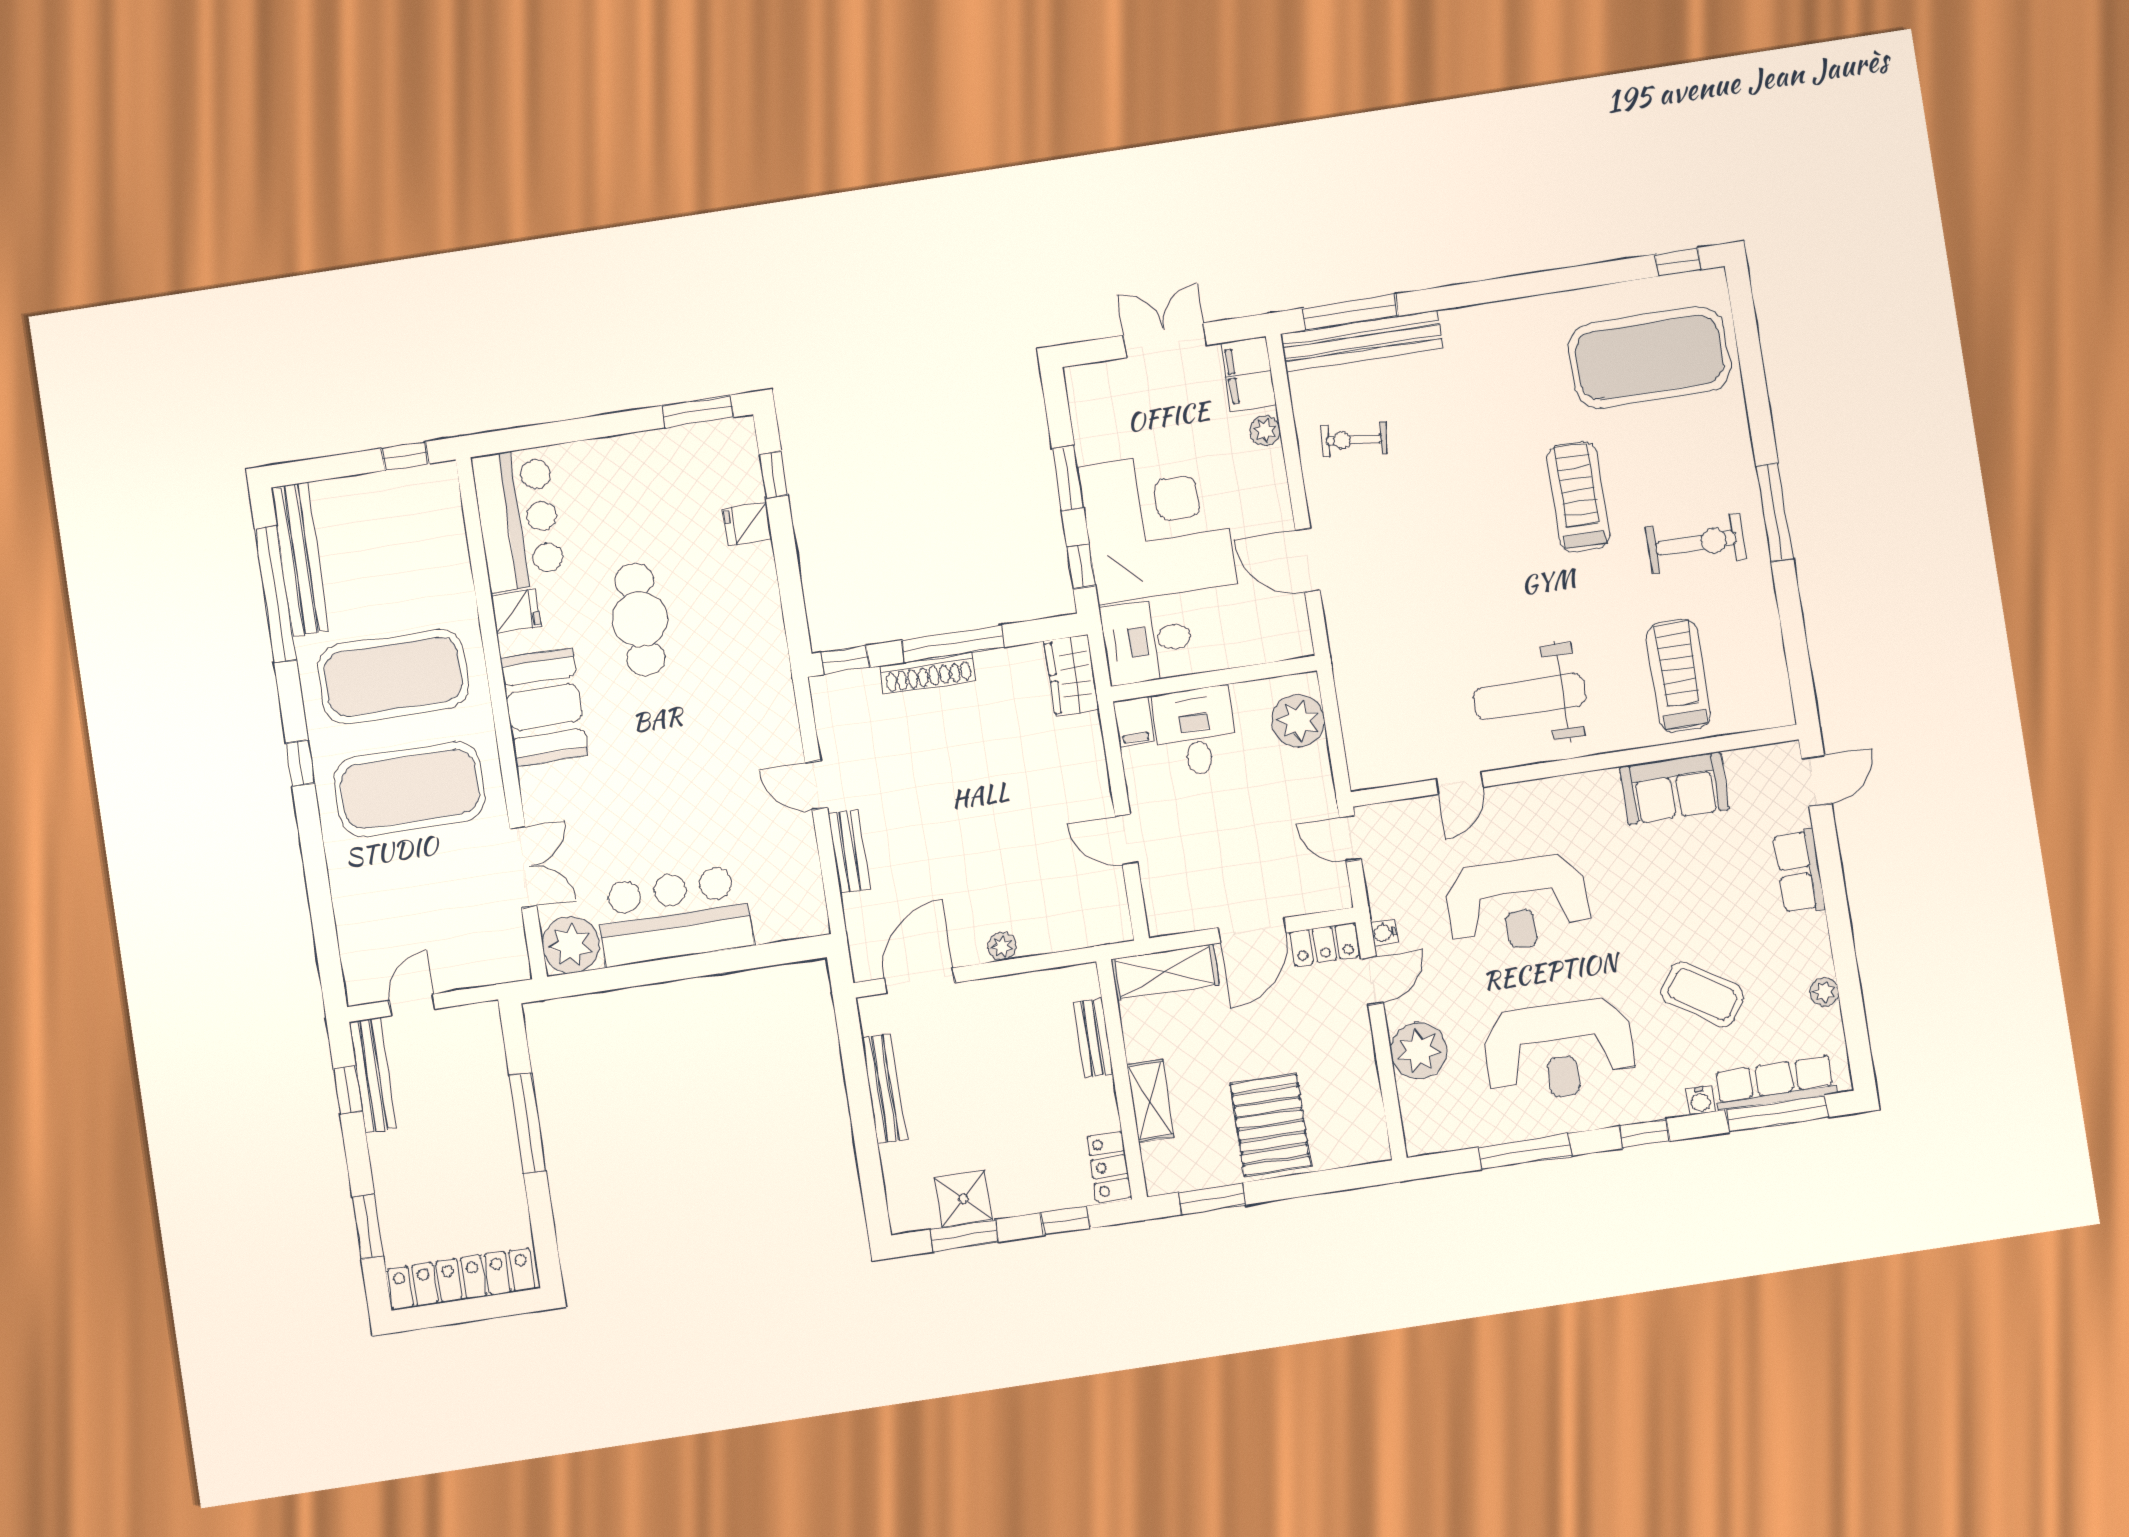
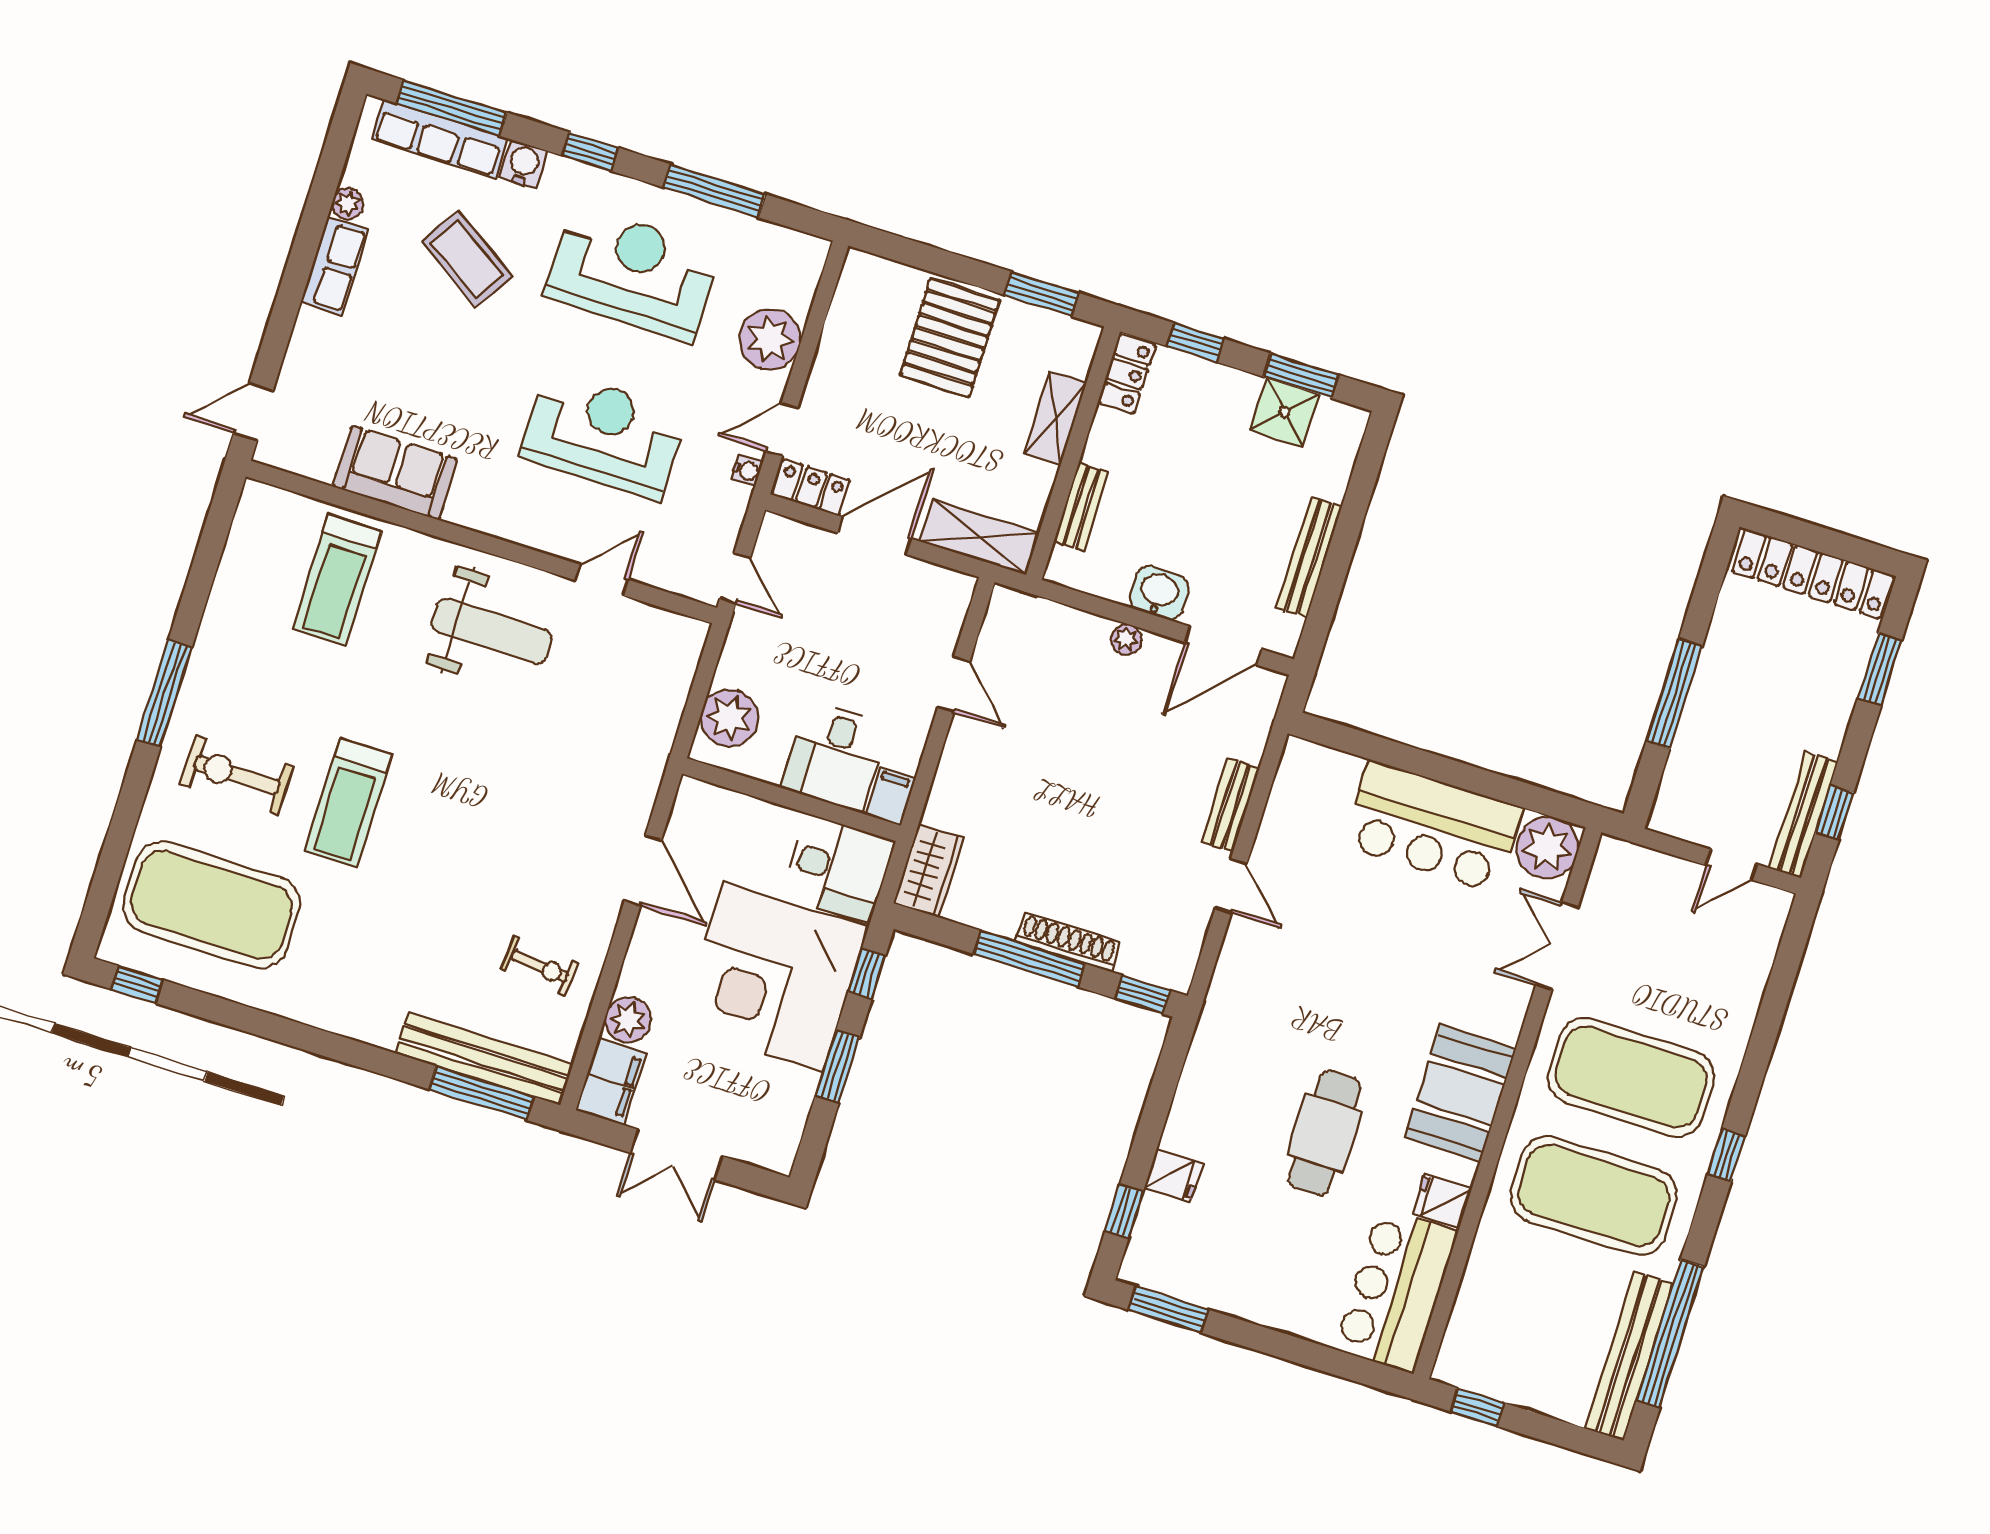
plant: (1265, 431) -> (628, 1020), width x1.38, depth x1.38
exercise bike: (1696, 543) -> (237, 775), moved
row of seats: (1799, 871) -> (334, 266), moved
washbasin: (994, 998) -> (1159, 593), added
water cooler: (1700, 1100) -> (524, 164), width x1.38, depth x1.38

